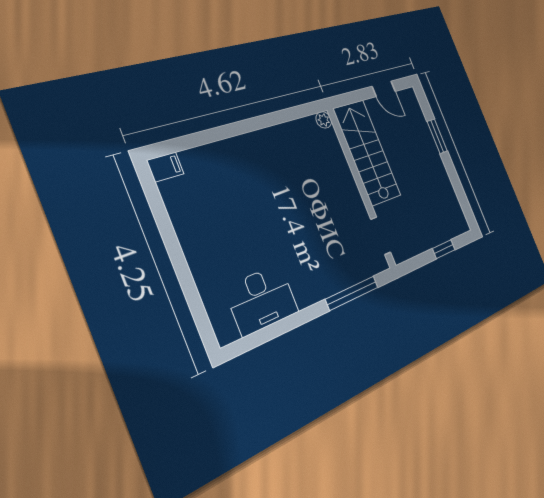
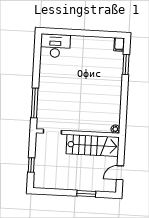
window: (200, 138) -> (126, 65), added
desk: (262, 300) -> (55, 46), moved, turned 90

